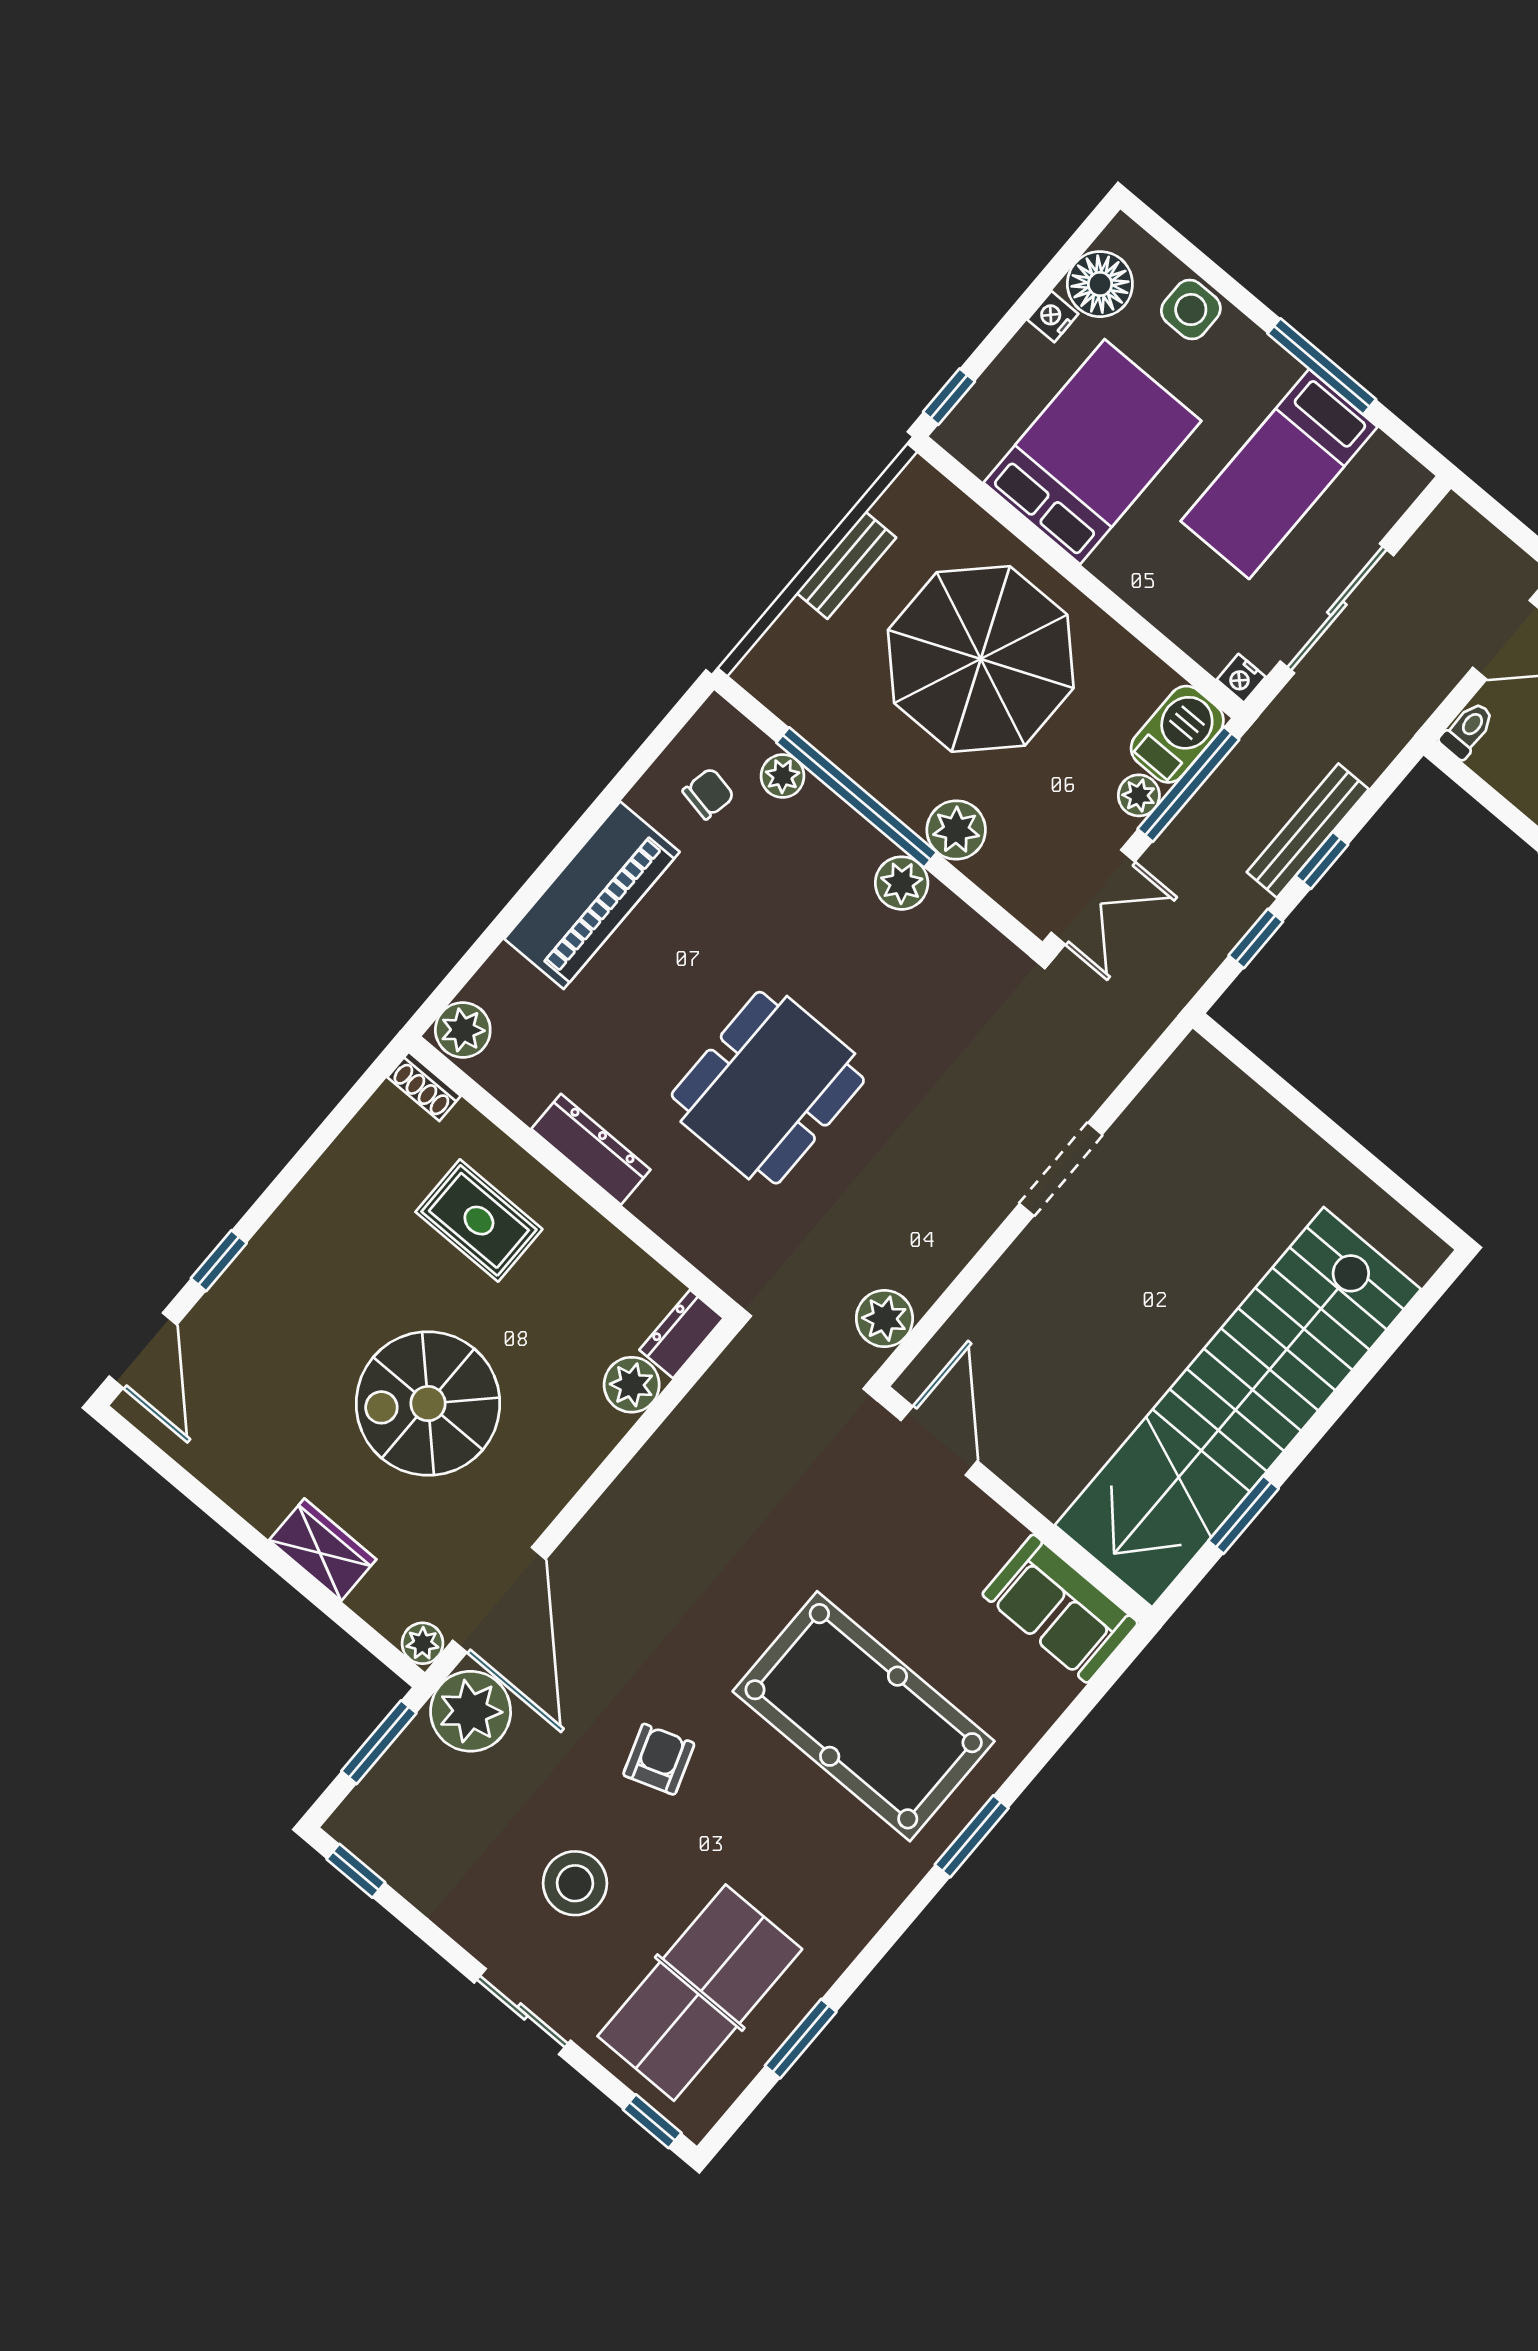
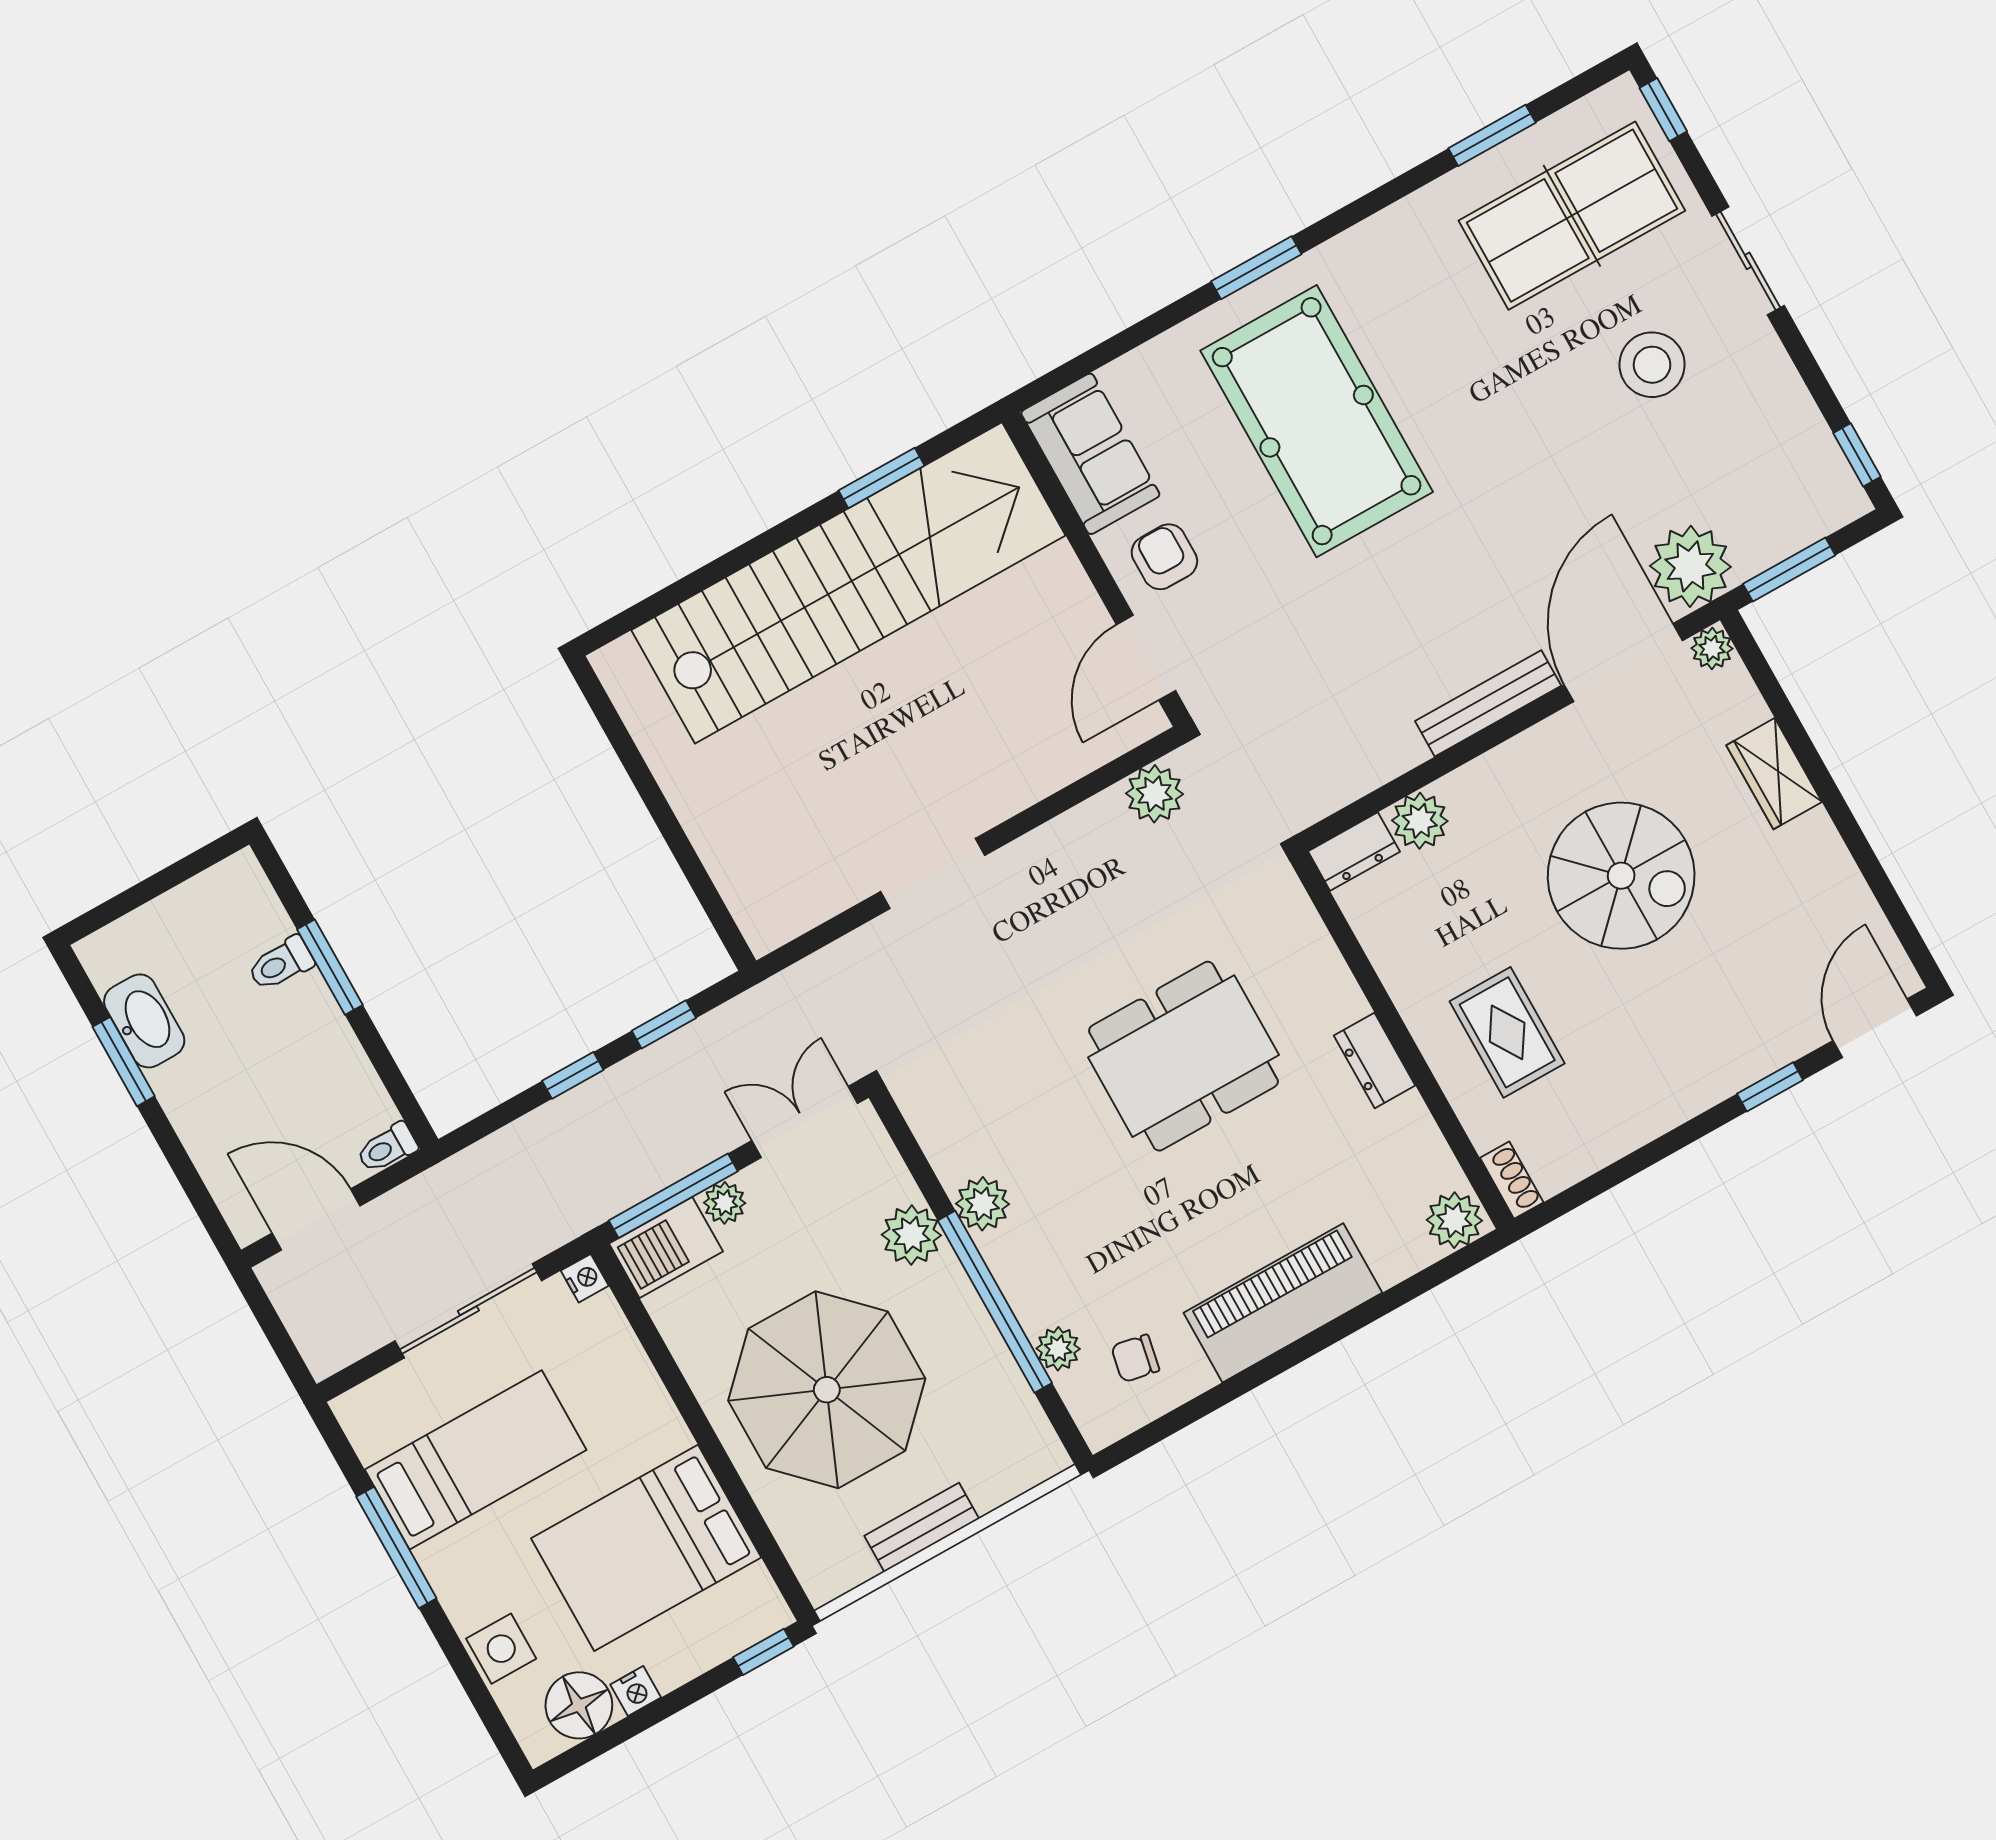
bench: (1308, 831) -> (1488, 703), moved
dresser: (591, 1149) -> (1375, 1060), width x0.70
armchair: (659, 1759) -> (1164, 557), moved, turned 109

